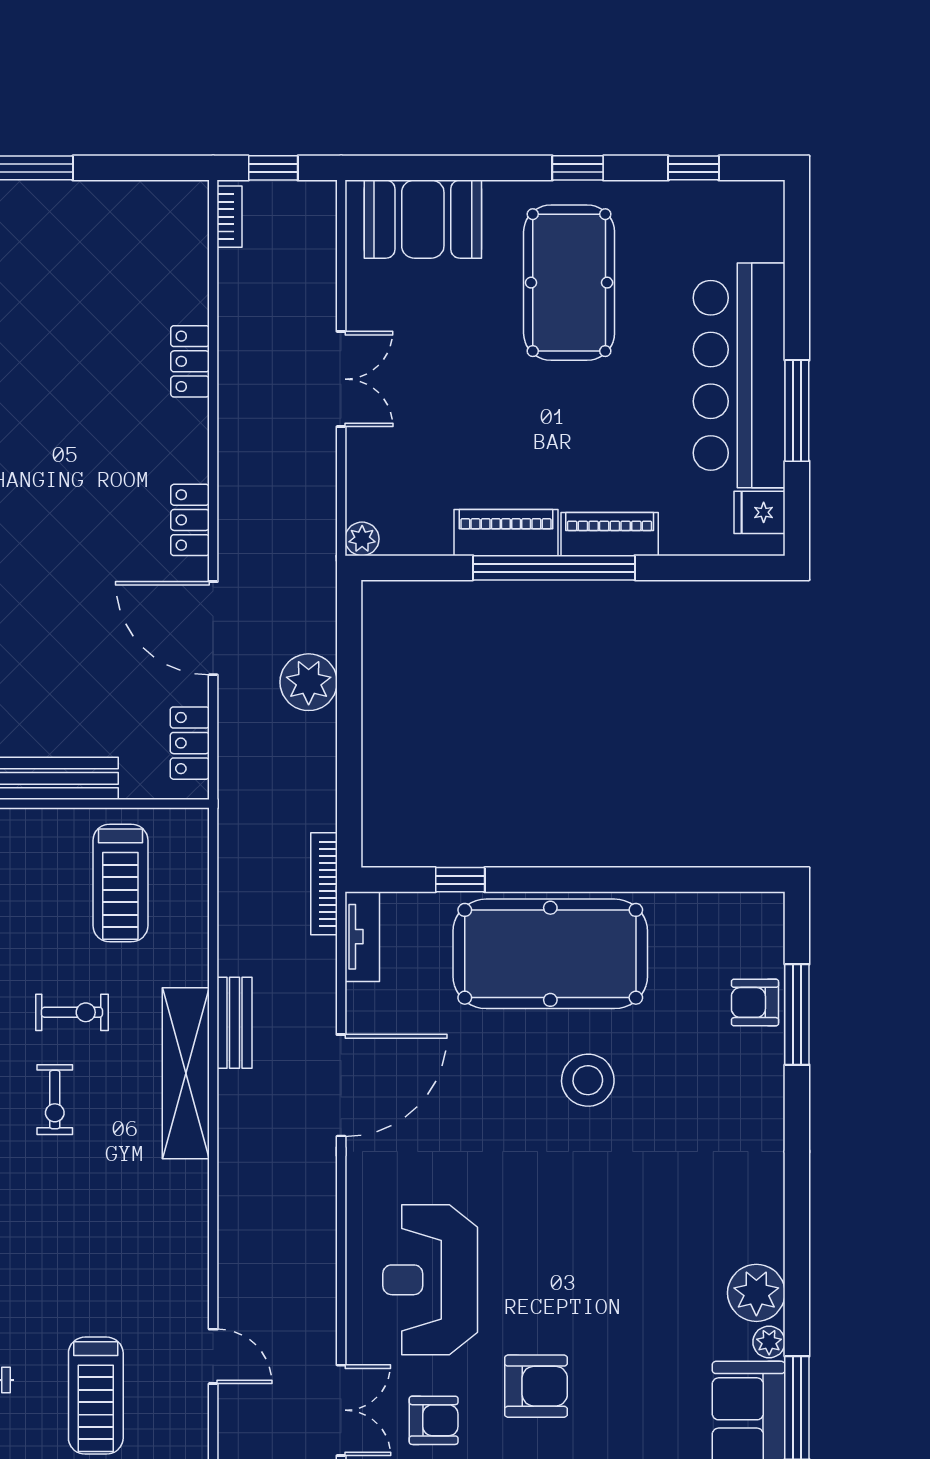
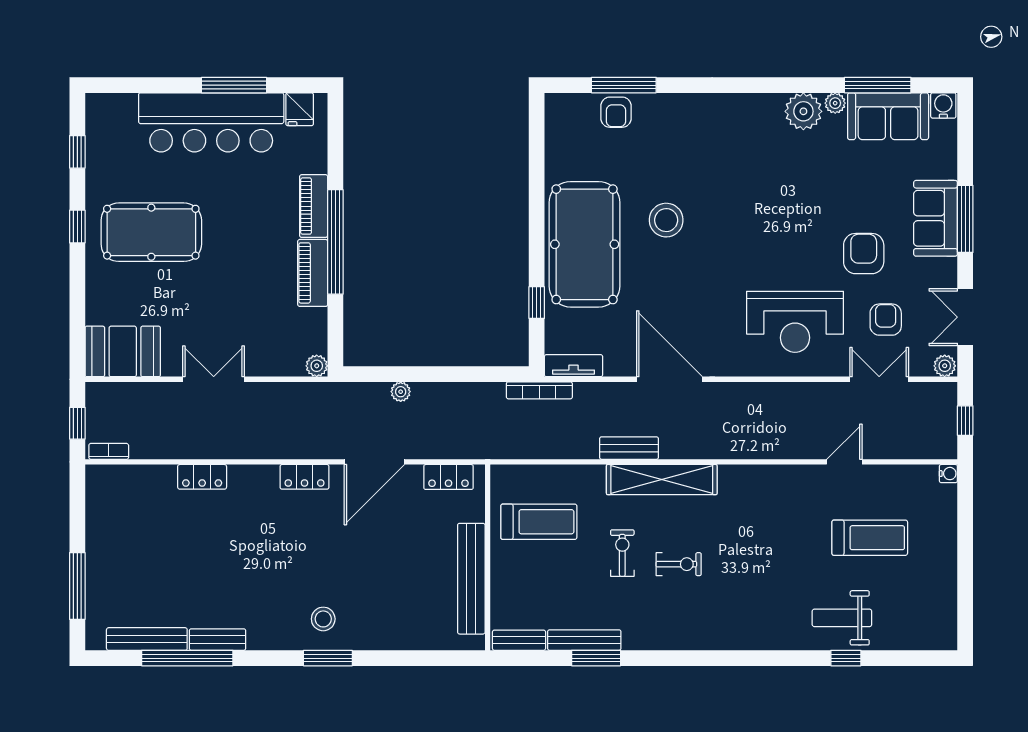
booth: (423, 219) -> (123, 351), moved, turned 90
plant: (309, 682) -> (401, 392), width x0.53, depth x0.53

